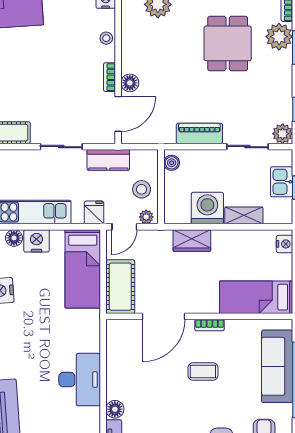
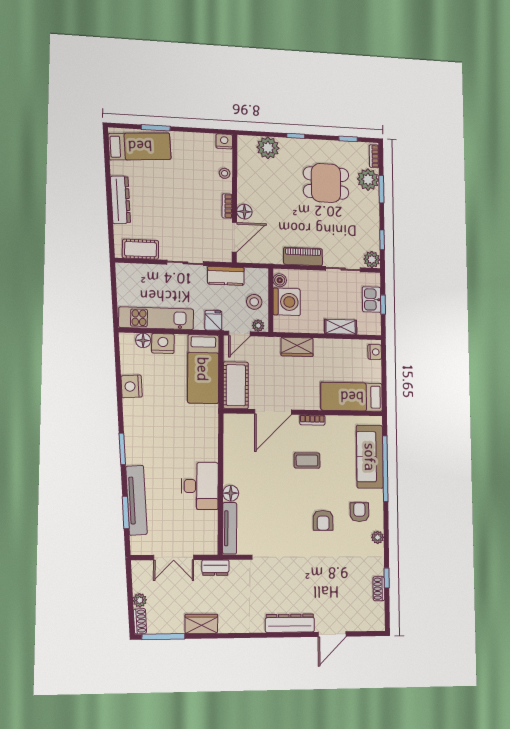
dining table: (228, 43) -> (326, 183), turned 90
washing machine: (207, 208) -> (287, 302), moved, turned 90
desk: (80, 380) -> (200, 486), moved

